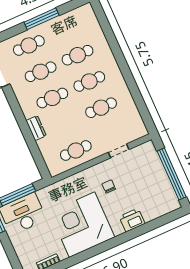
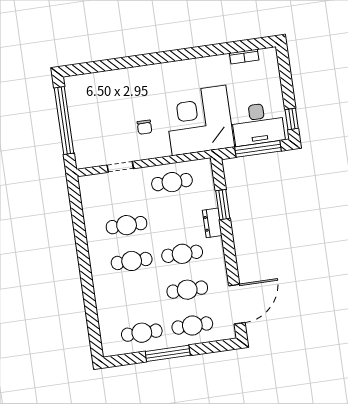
cafe table: (78, 55) -> (142, 333), moved
window: (32, 144) -> (223, 205), added
printer: (132, 220) -> (128, 78), removed
corner desk: (82, 225) -> (199, 120), moved, turned 180

